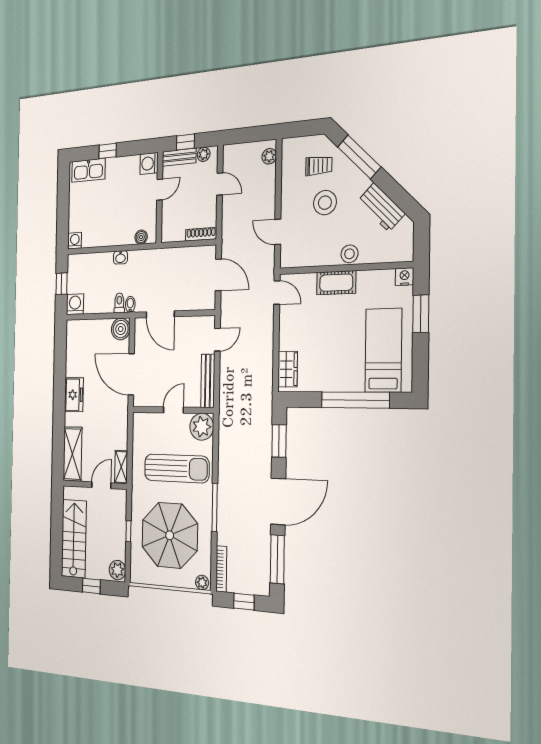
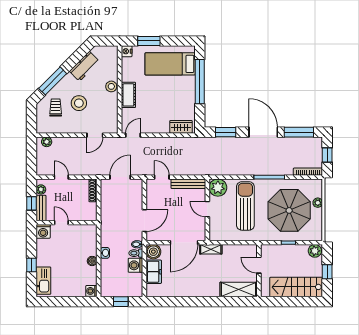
door: (220, 184) -> (61, 177), hinge flipped
boiler: (141, 237) -> (92, 261), moved
washing machine: (75, 304) -> (135, 265), moved
freezer: (74, 395) -> (154, 272), moved, turned 90
shelving: (121, 467) -> (211, 249), moved
plant: (202, 583) -> (318, 203), moved

